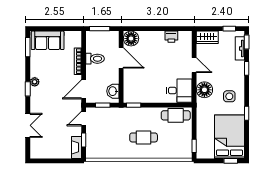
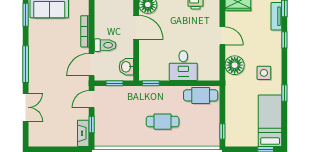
toilet: (95, 59) -> (105, 45), moved
plant: (35, 82) -> (34, 56), removed
window: (28, 89) -> (26, 64), width x2.17
desk: (179, 91) -> (183, 66), moved, turned 90
bed: (230, 137) -> (270, 121), width x0.67

